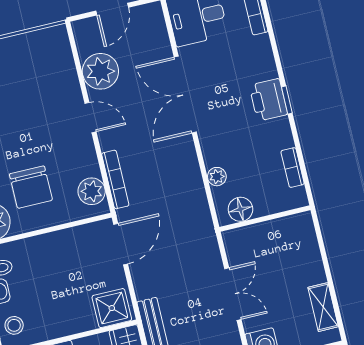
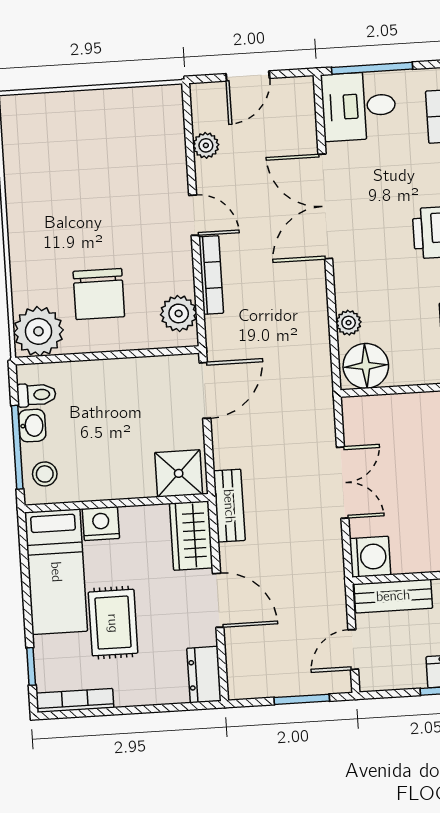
plant: (100, 71) -> (206, 145), width x0.53, depth x0.53
bookcase: (115, 179) -> (211, 275), moved
floor lamp: (240, 209) -> (366, 366), width x1.38, depth x1.38

